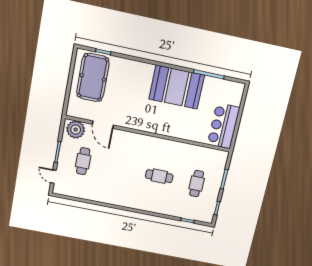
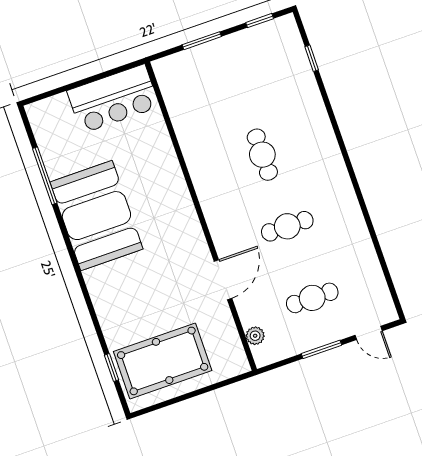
door: (103, 125) -> (223, 280), moved
plant: (76, 130) -> (255, 336), width x0.53, depth x0.53
door: (53, 176) -> (369, 333), hinge flipped
cafe table: (197, 184) -> (287, 226), moved

